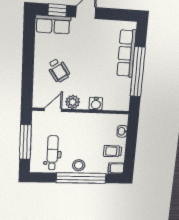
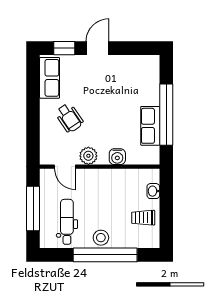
row of seats: (53, 25) -> (50, 78), moved, turned -90
row of seats: (126, 53) -> (150, 126), moved, width x0.68
door: (53, 110) -> (65, 167), swing flipped
filing cabinet: (116, 168) -> (150, 241), removed

